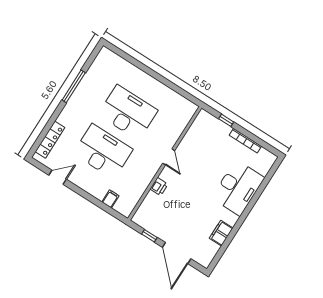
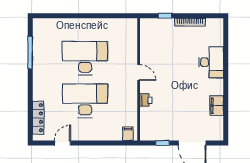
window: (74, 86) -> (30, 53), moved
desk: (238, 188) -> (211, 62), width x0.73, depth x0.77
filing cabinet: (110, 199) -> (128, 134), moved

